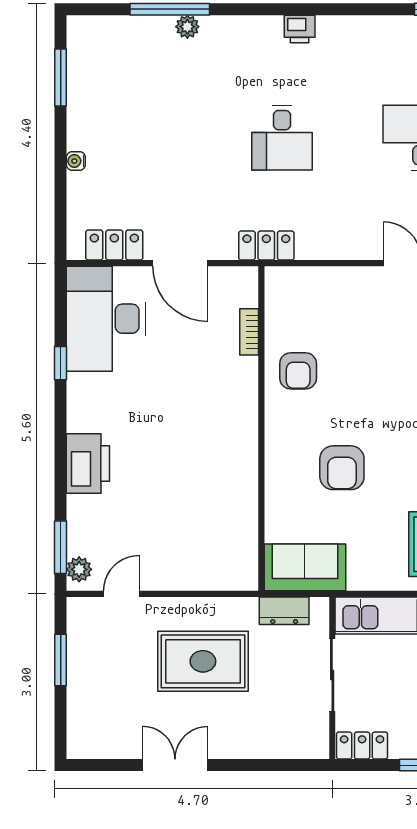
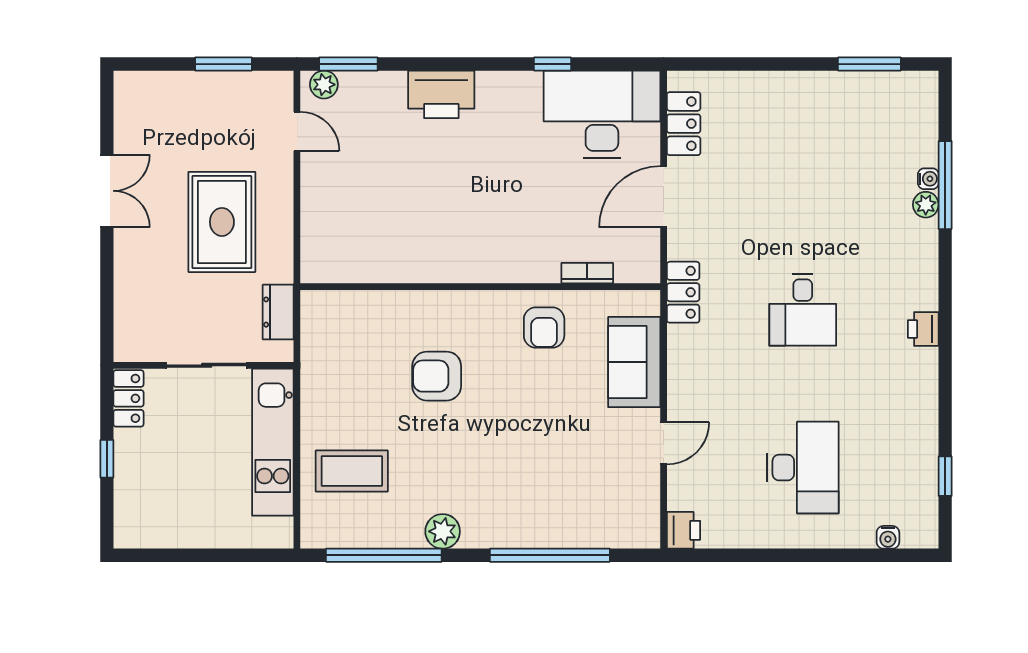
desk: (282, 138) -> (803, 310), turned -90
water cooler: (76, 161) -> (928, 179), moved, turned 90
armchair: (298, 371) -> (544, 327), turned -90
sofa: (305, 567) -> (634, 362), moved, turned 180

